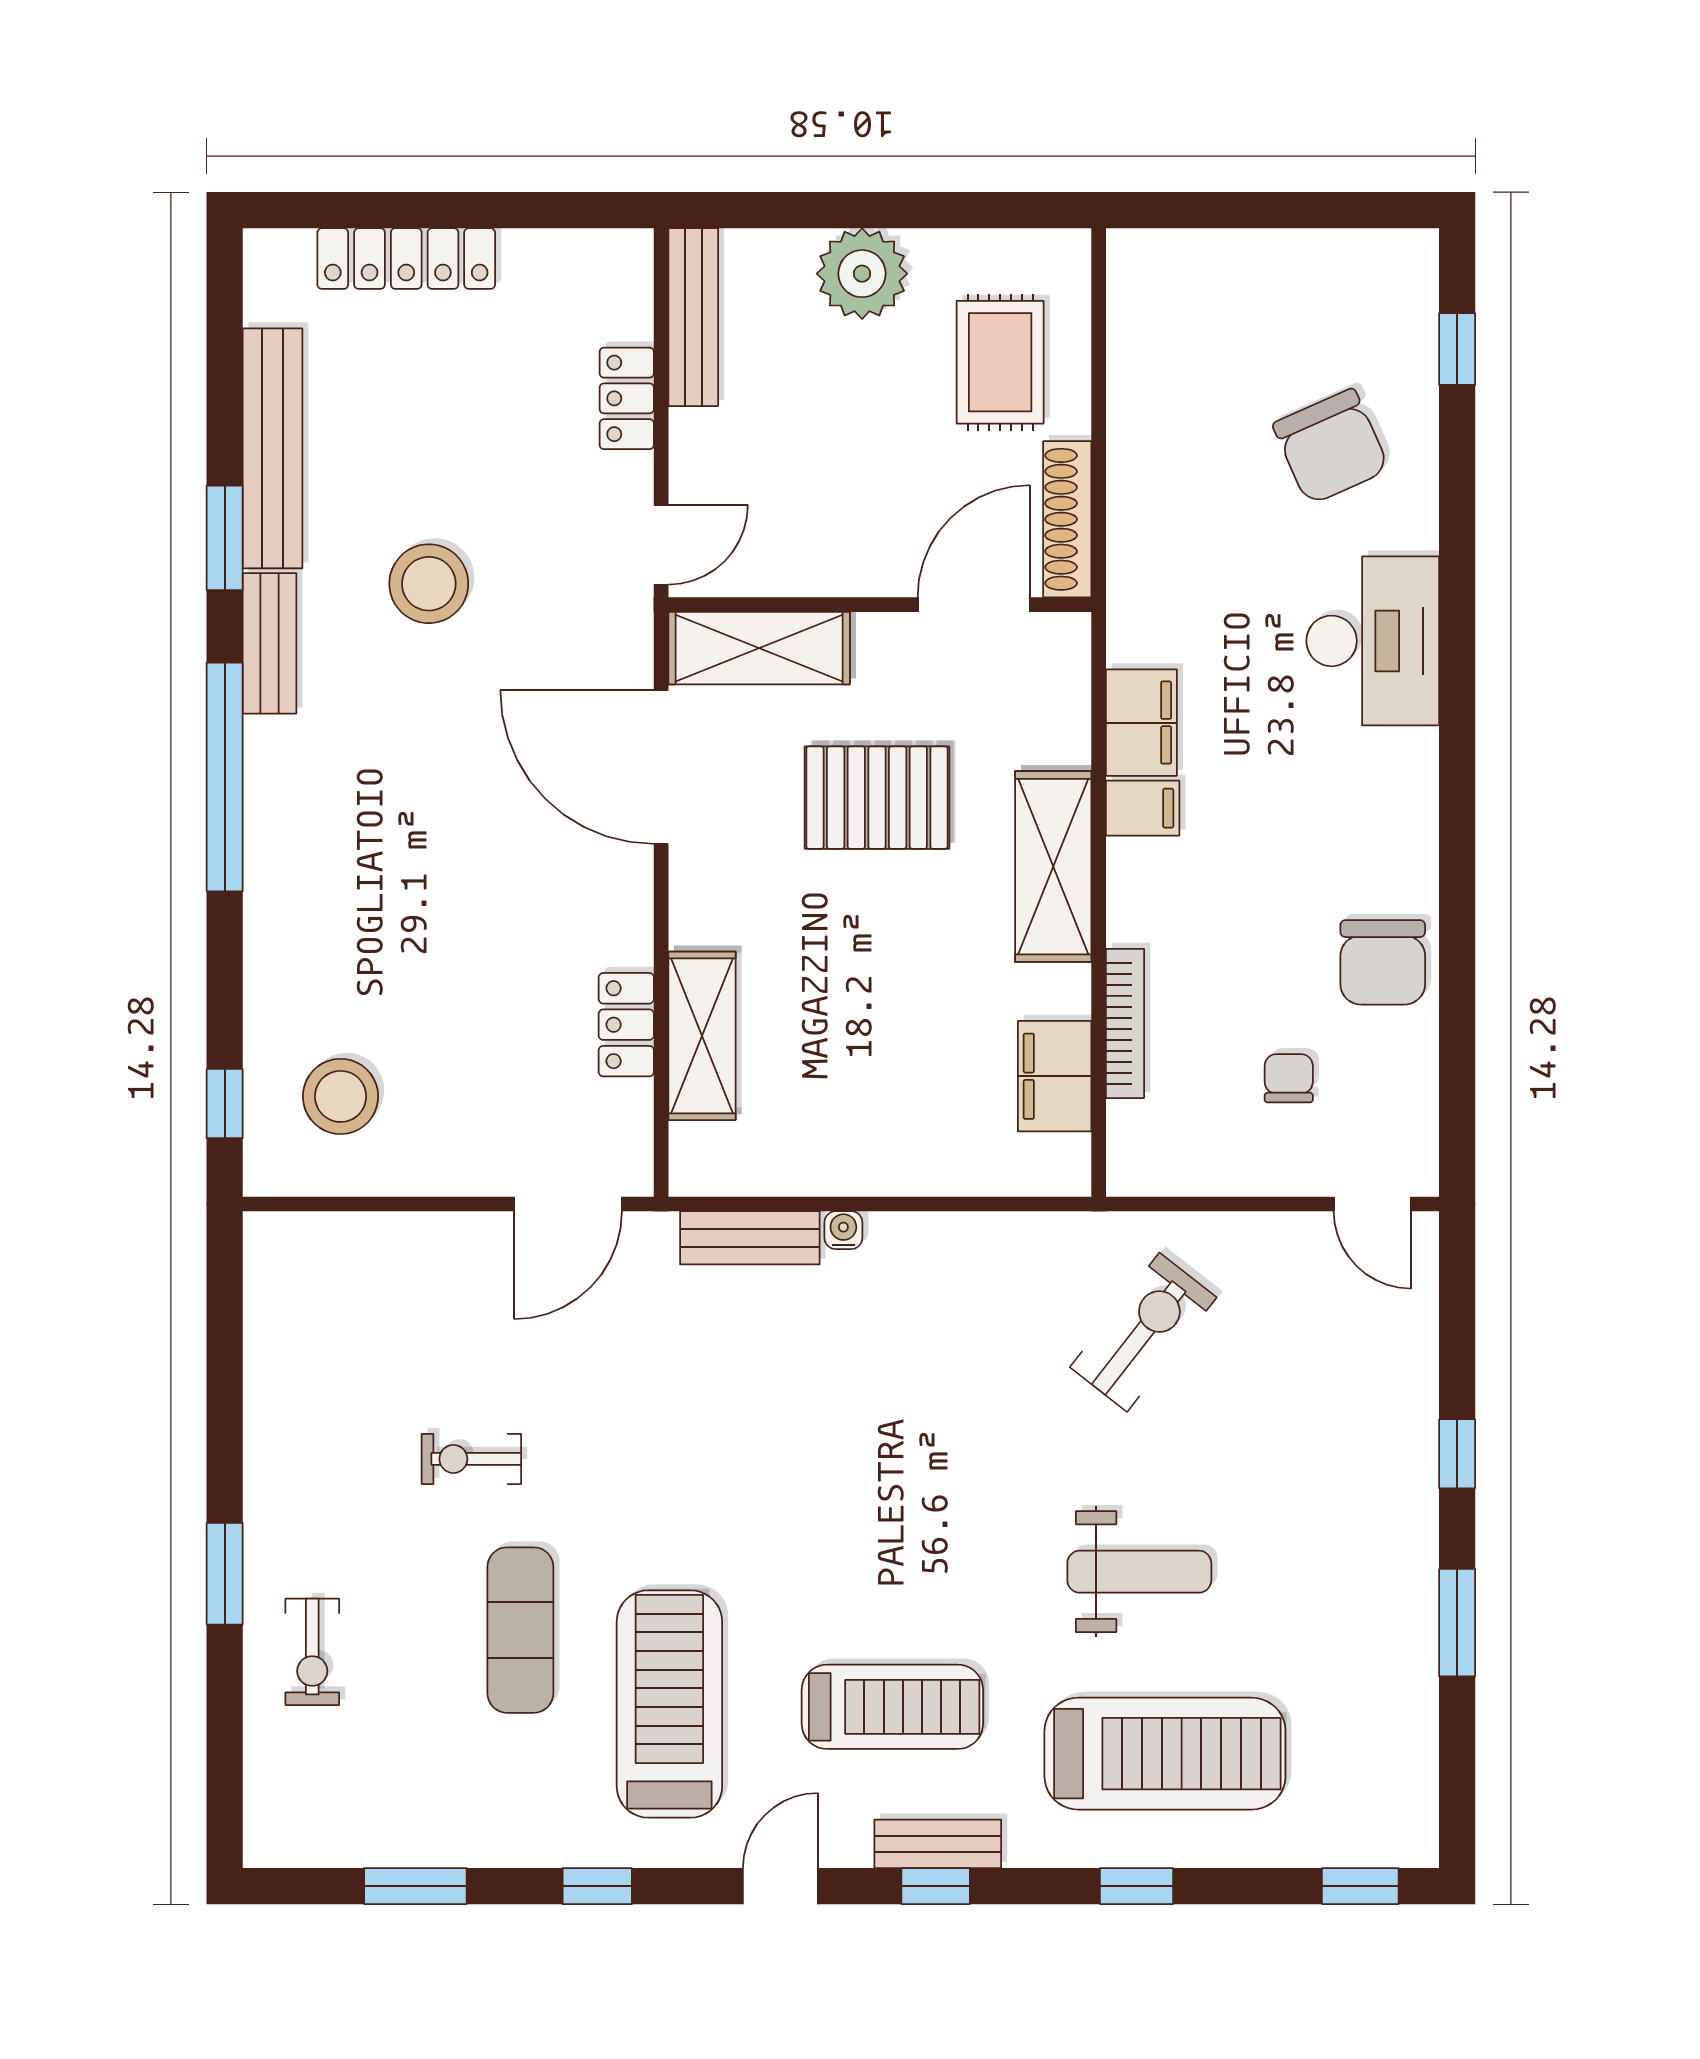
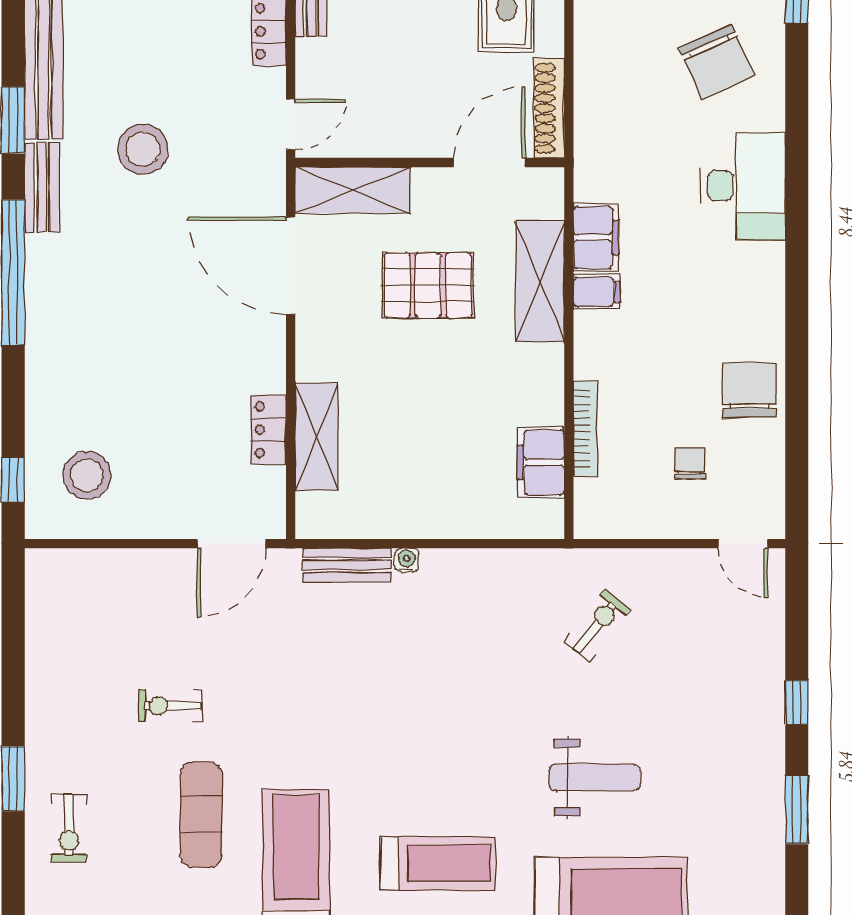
shelving: (1053, 867) -> (540, 281), moved
chair: (1383, 962) -> (749, 390), turned 180
exercise bike: (1143, 1332) -> (597, 625), width x0.73, depth x0.72

